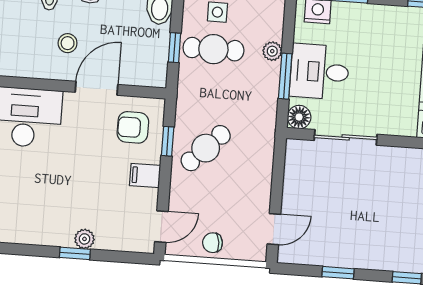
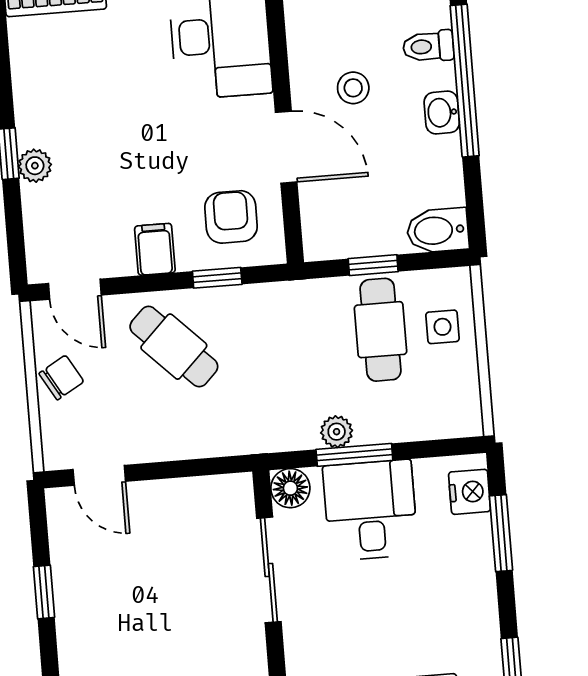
plant: (272, 51) -> (337, 432), moved
cafe table: (206, 148) -> (174, 347), moved
chair: (213, 243) -> (61, 378), turned 67

